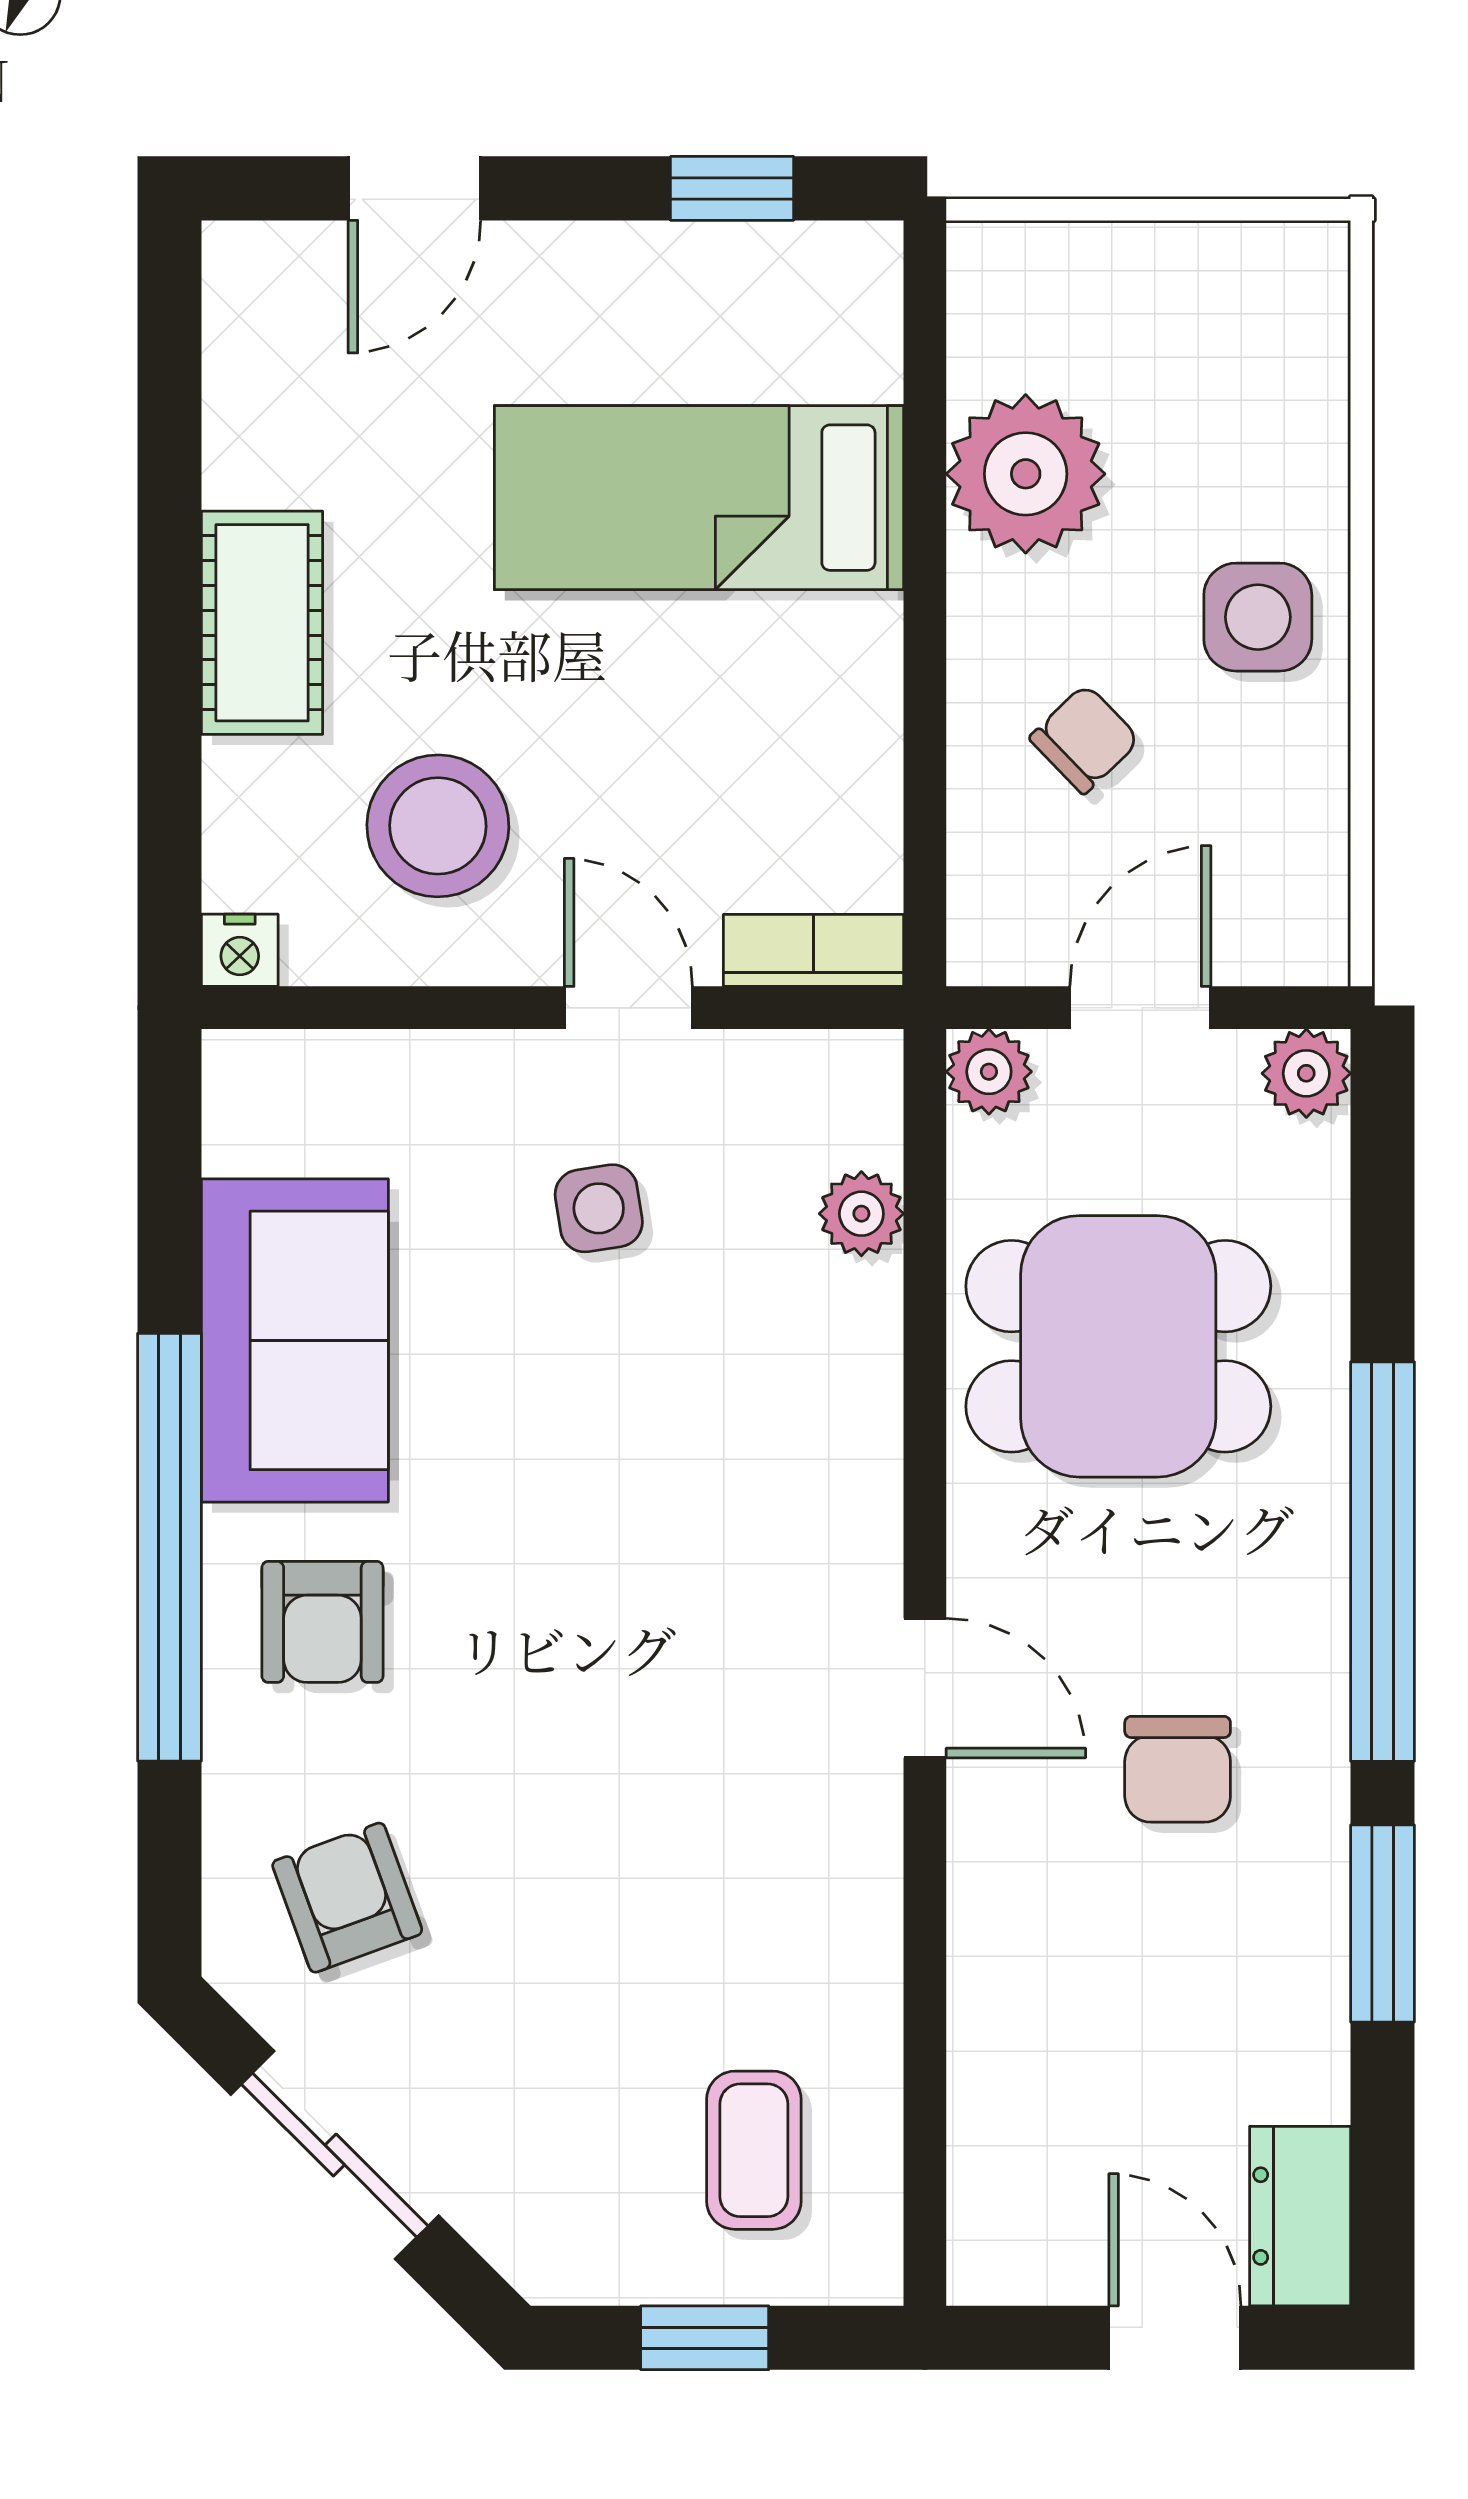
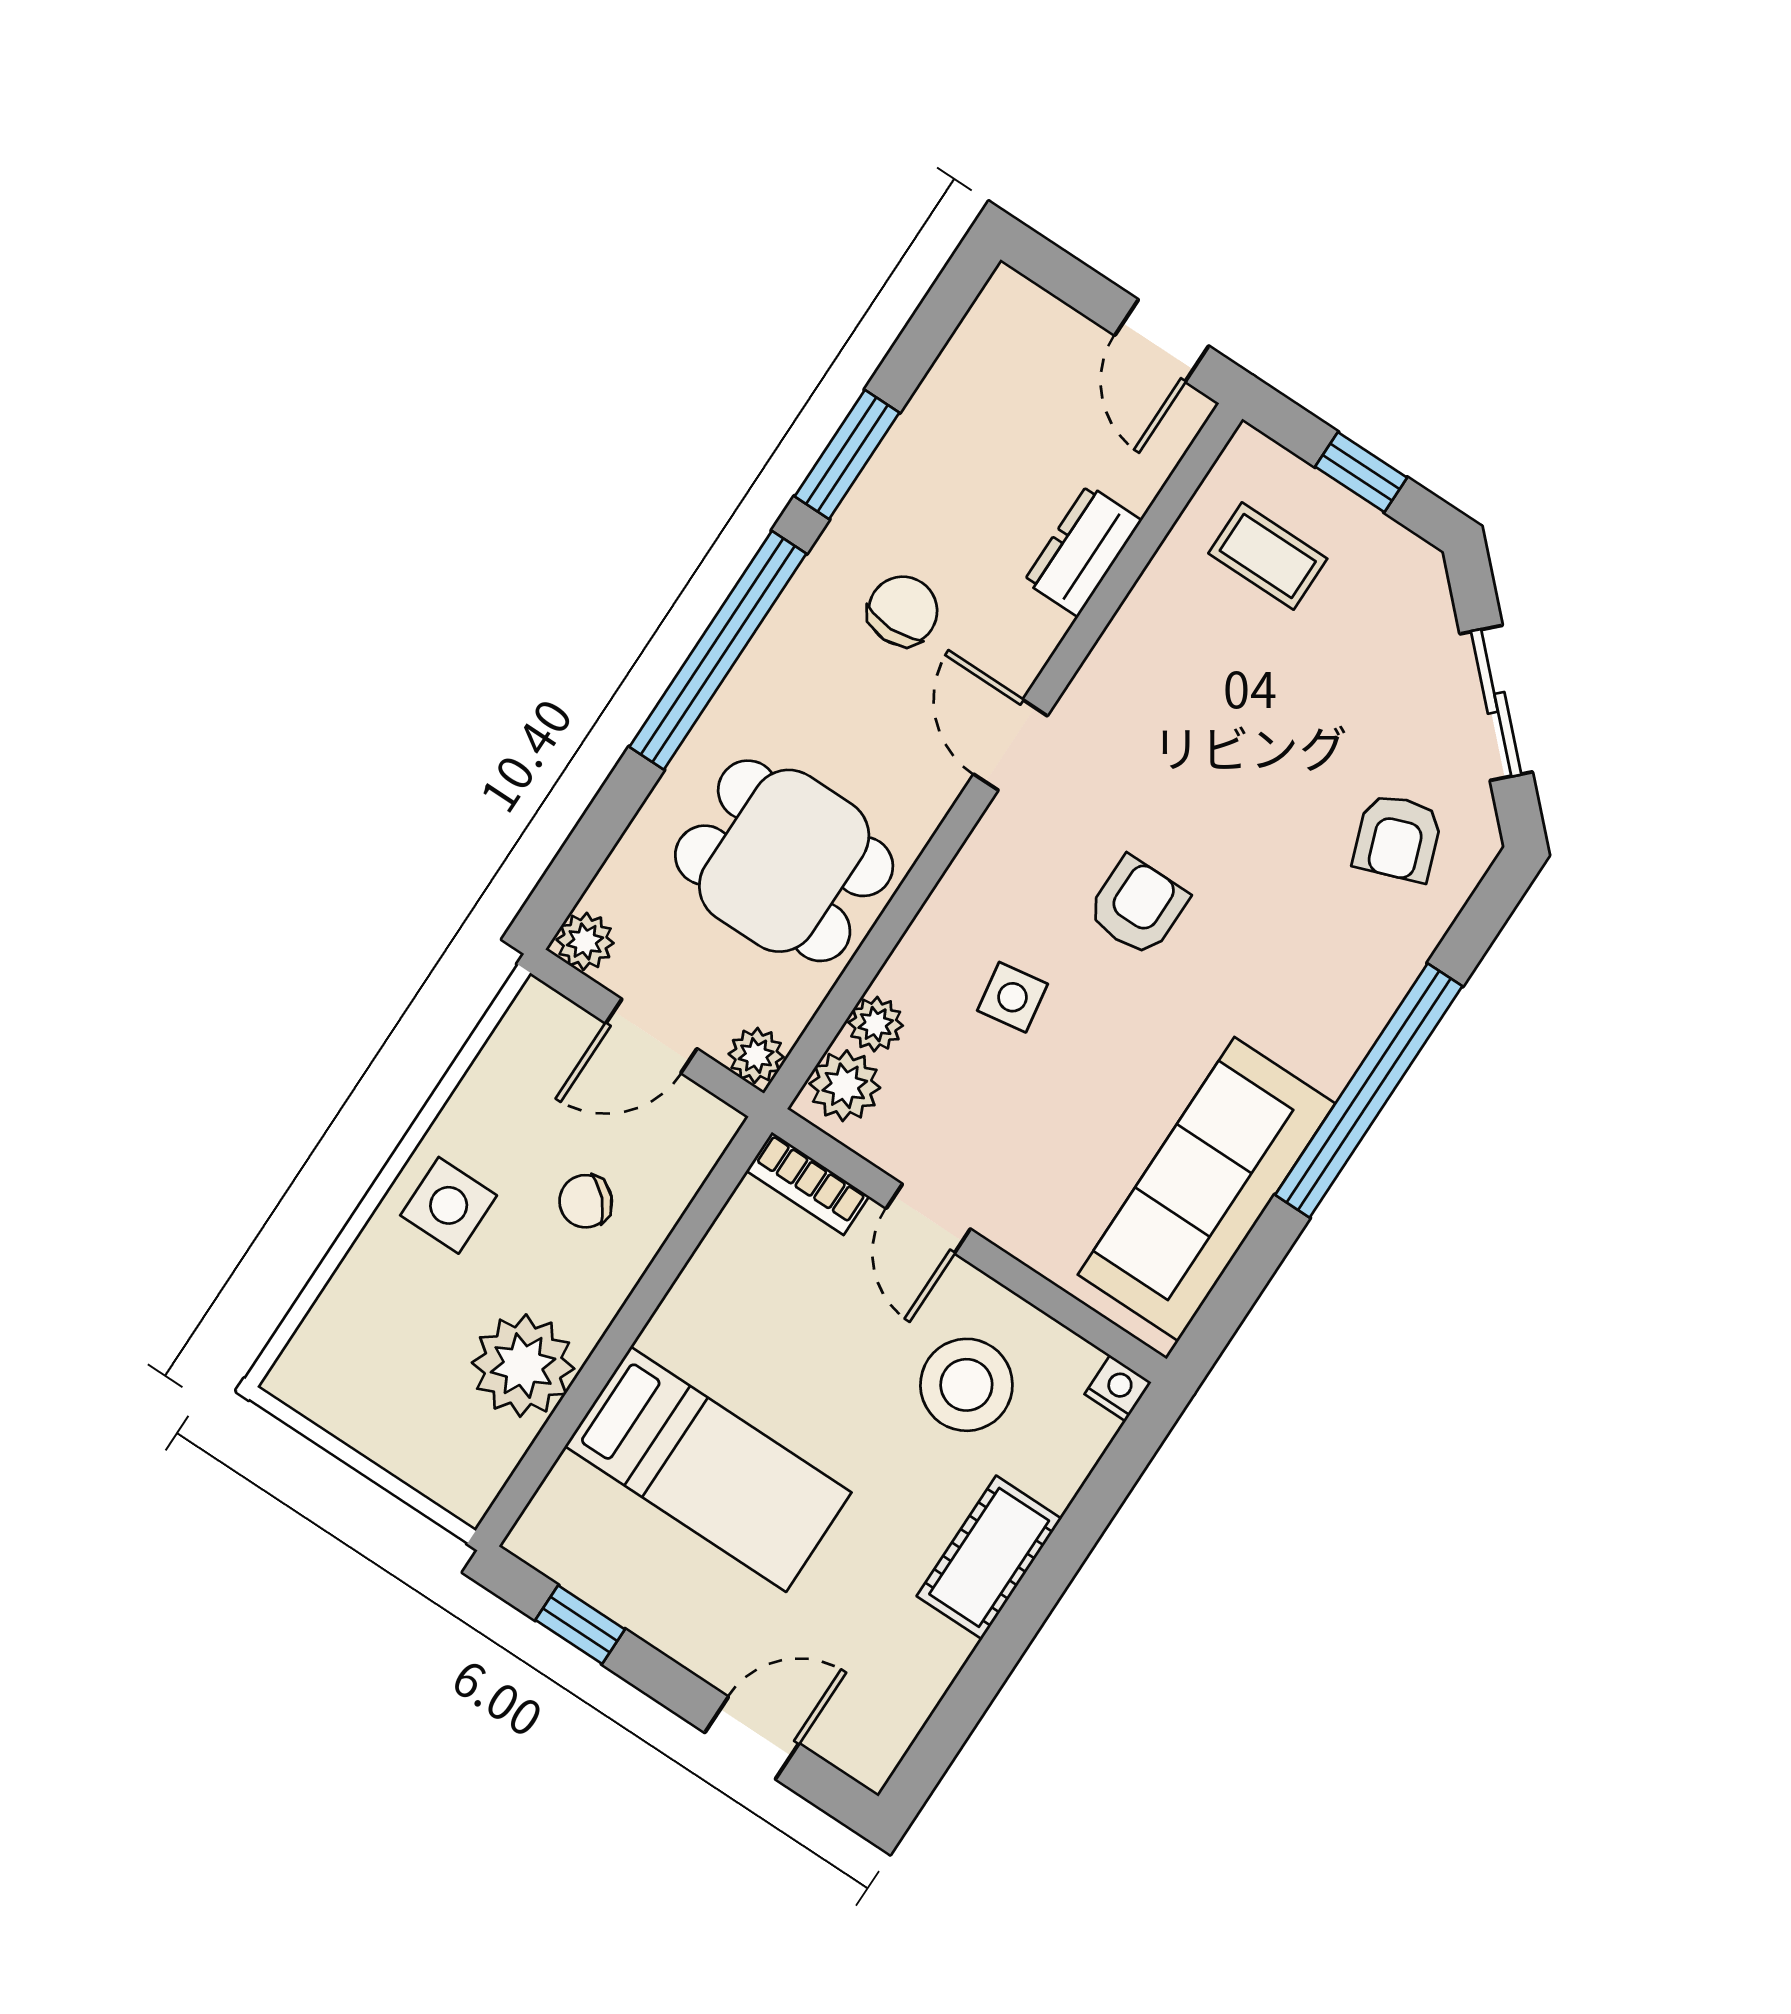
plant: (849, 1108) -> (845, 1086), added
side table: (599, 1208) -> (1013, 997), moved
sofa: (295, 1340) -> (1206, 1189), width x1.36
armchair: (322, 1622) -> (1138, 906), moved
coffee table: (754, 2150) -> (1268, 556), turned 90
dresser: (1300, 2216) -> (1083, 551), moved, turned 180
door: (1175, 2338) -> (1162, 341), moved

